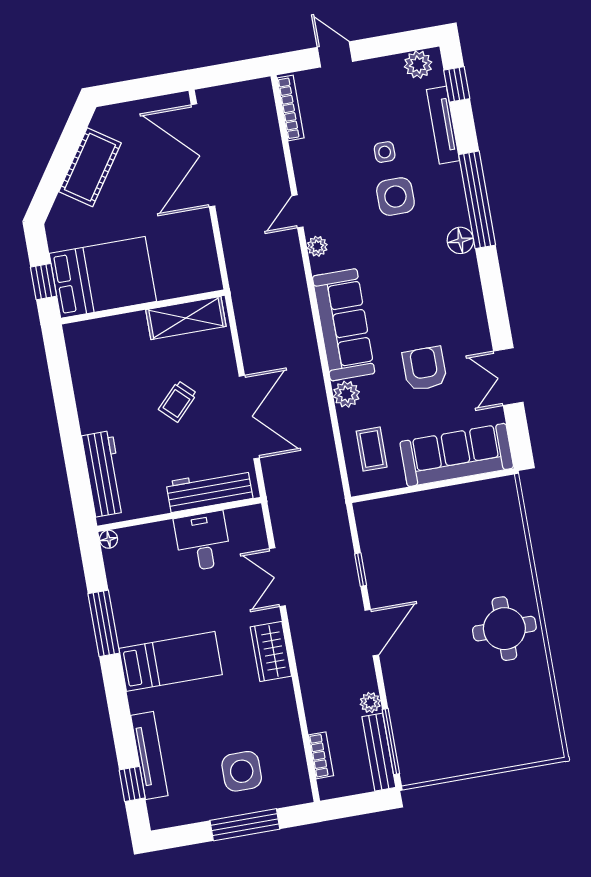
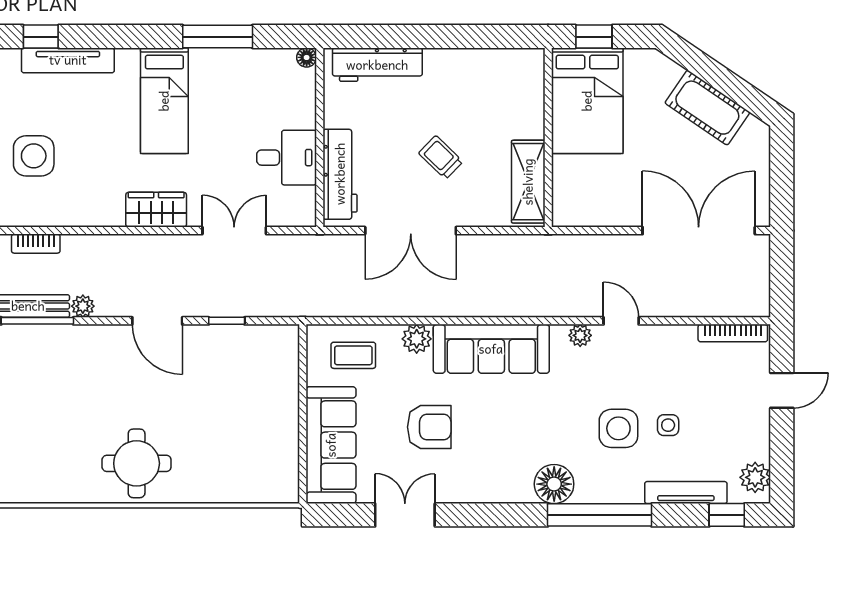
floor lamp: (460, 240) -> (554, 484), width x1.38, depth x1.38

